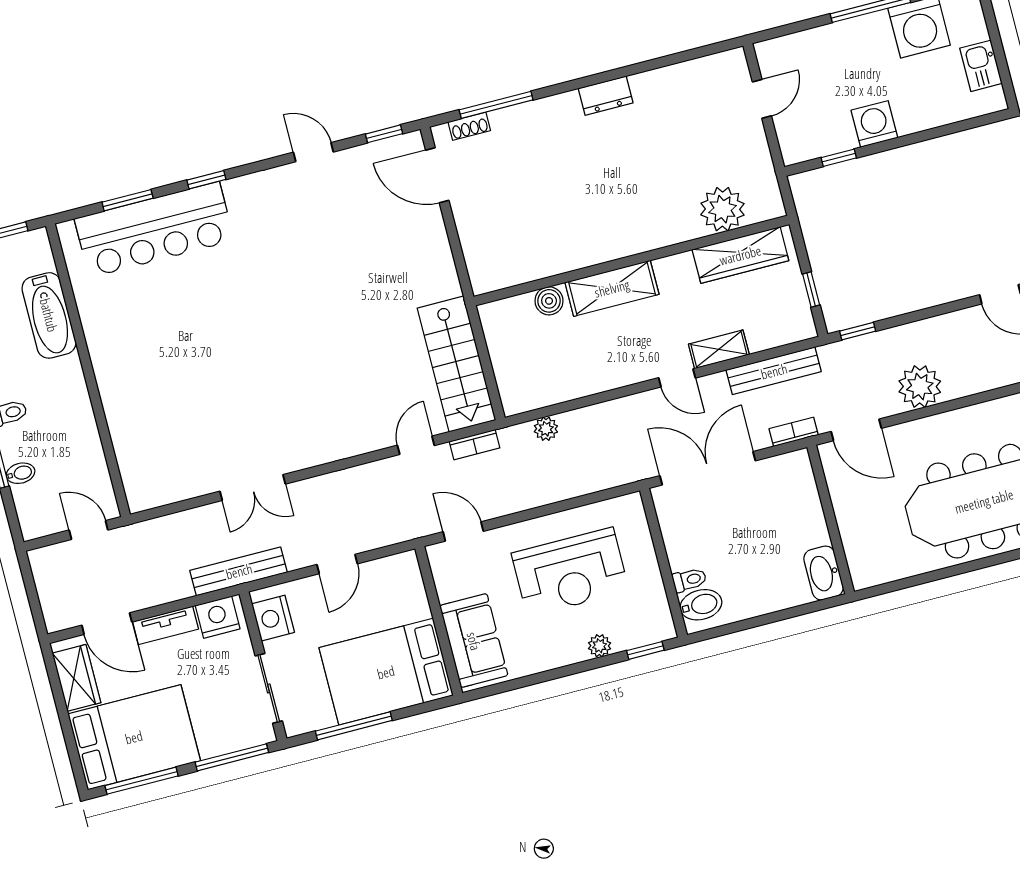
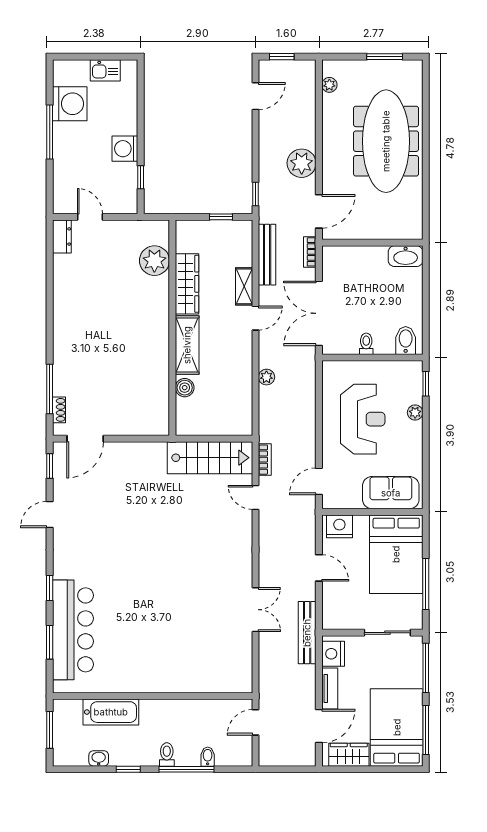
dresser: (606, 96) -> (62, 236), moved
wardrobe: (740, 255) -> (187, 284), moved
plant: (546, 429) -> (266, 377), moved
toilet: (689, 580) -> (366, 344), moved
nightstand: (273, 618) -> (339, 526), moved, turned 180

